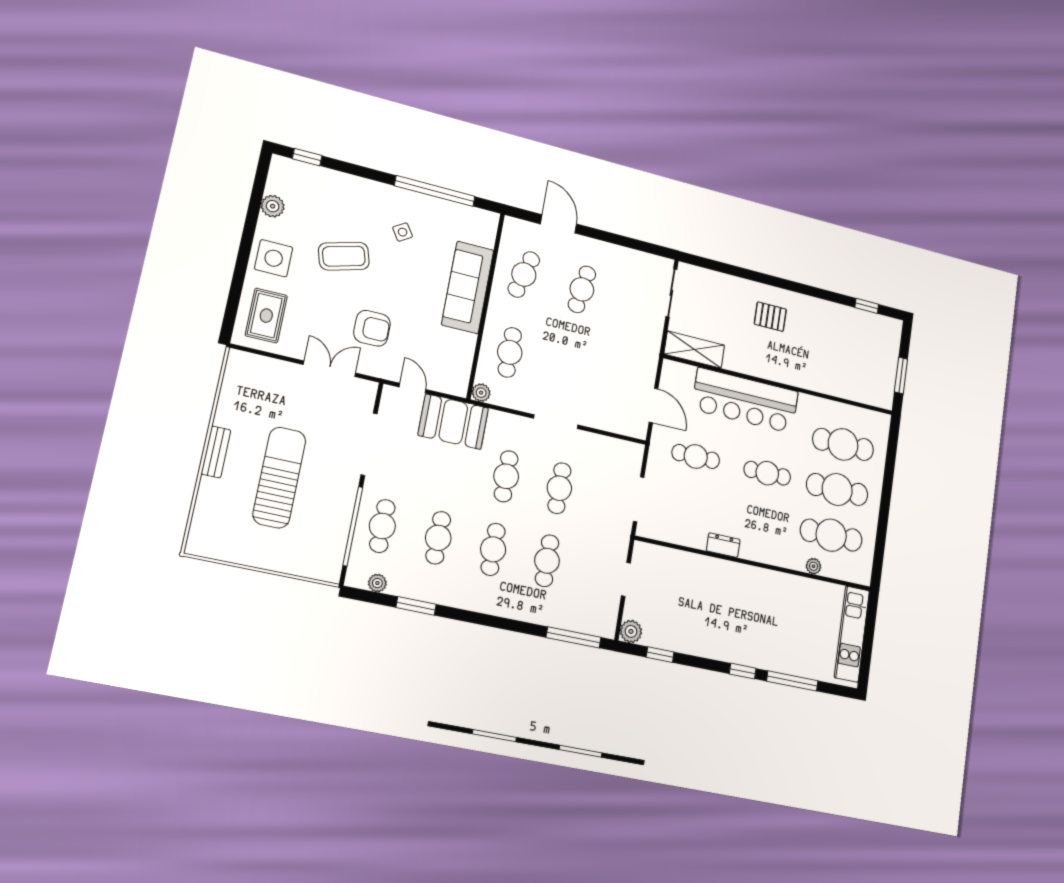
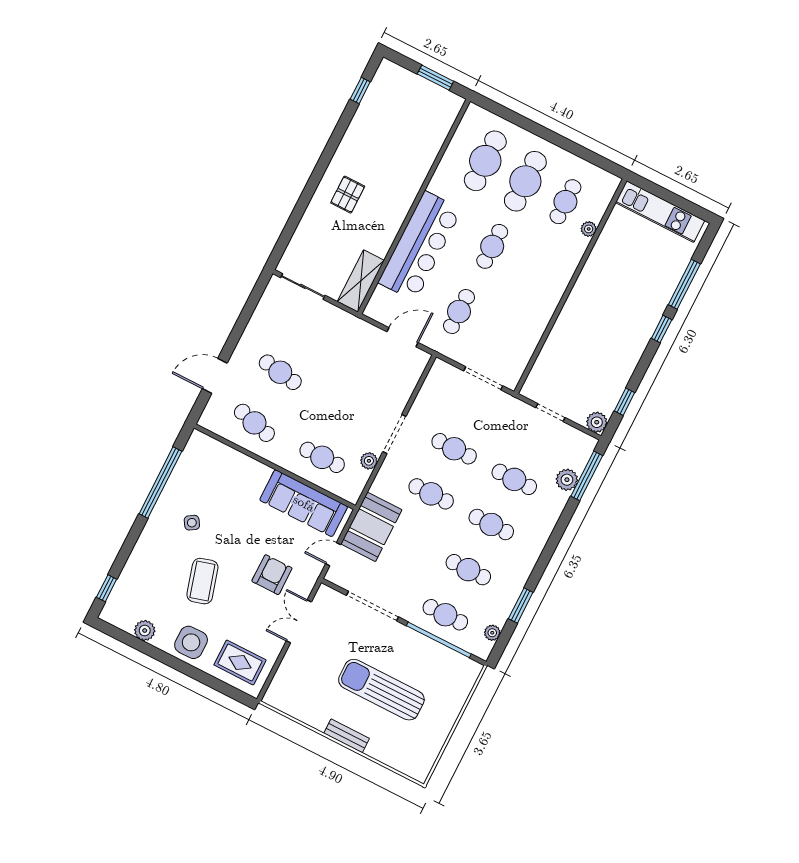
sofa: (468, 287) -> (304, 503), moved
plant: (481, 393) -> (369, 461), moved
cafe table: (831, 535) -> (565, 202), width x0.73, depth x0.74
dresser: (723, 545) -> (546, 311), removed
plant: (563, 617) -> (567, 480), added

